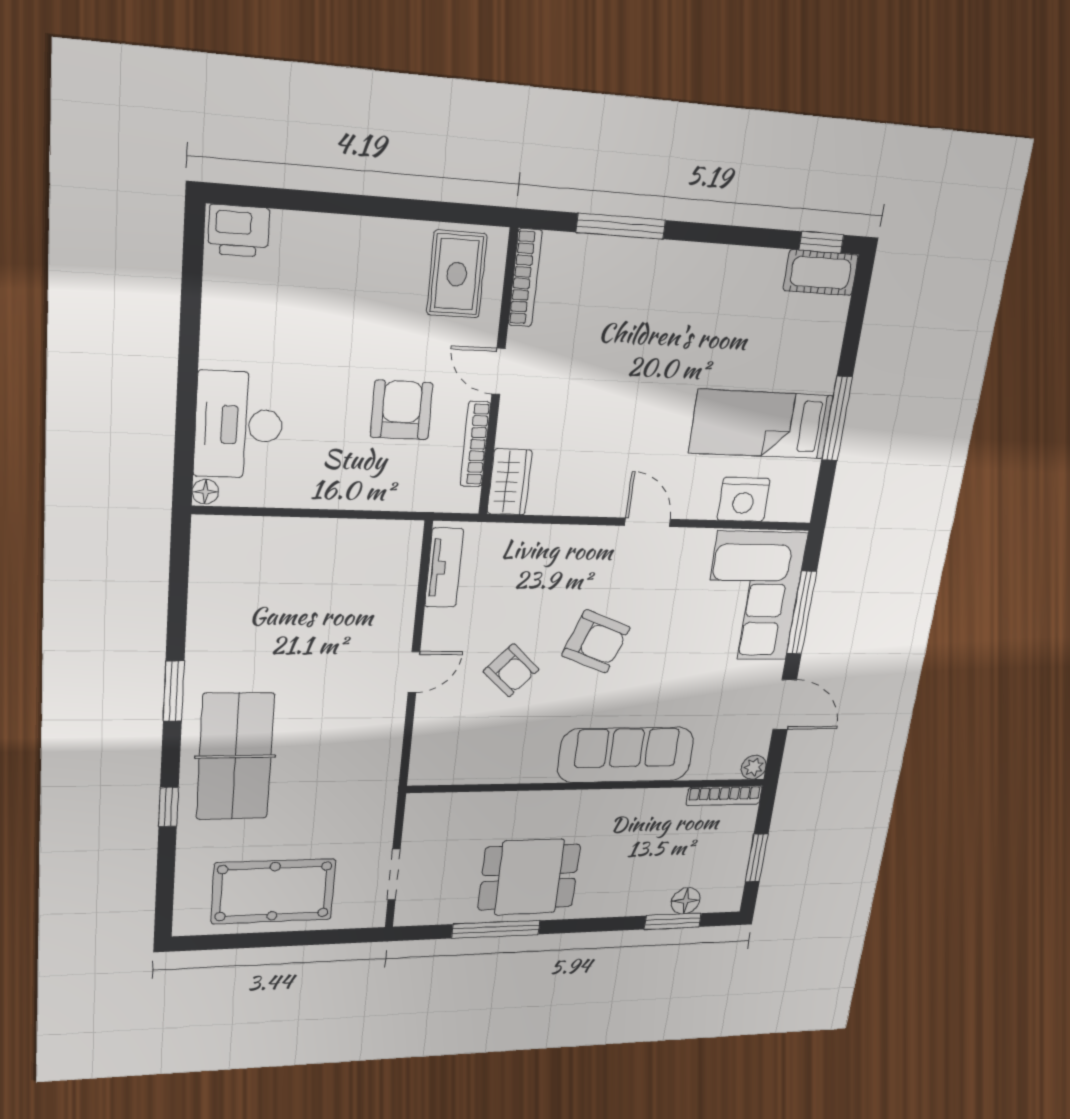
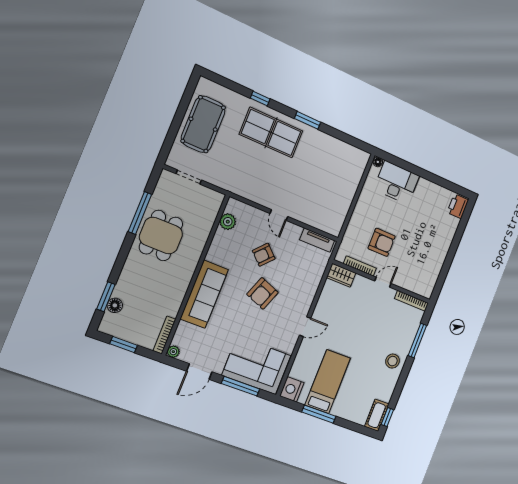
rug: (457, 274) -> (421, 276), removed
stool: (685, 277) -> (393, 361), added
nightstand: (744, 499) -> (292, 389), moved
plant: (462, 768) -> (228, 222), added

